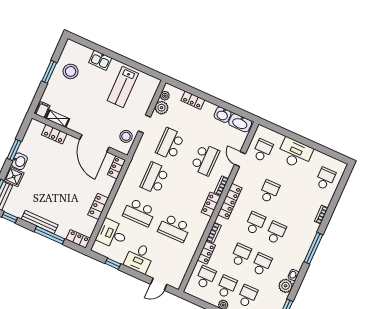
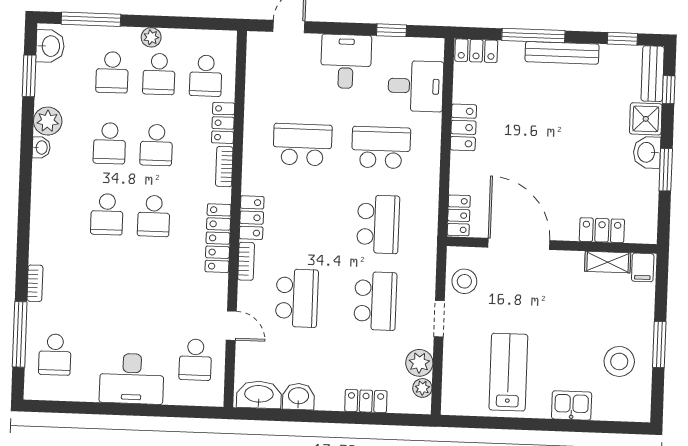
school desk: (205, 160) -> (297, 298), turned 180
school desk: (269, 191) -> (151, 287), removed
window: (313, 248) -> (20, 334), moved

